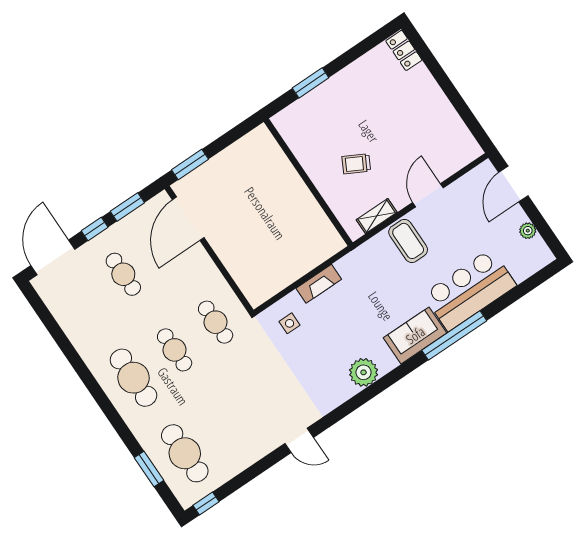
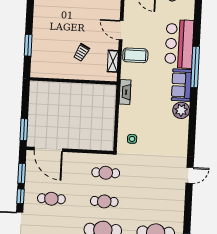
fireplace: (319, 284) -> (125, 92), moved
plant: (364, 372) -> (181, 110), moved

